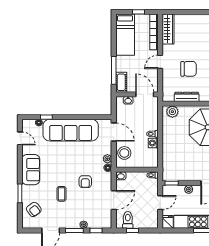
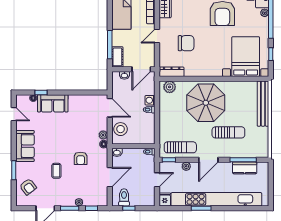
door: (145, 94) -> (141, 69), swing flipped
dresser: (187, 97) -> (172, 72), moved
sofa: (71, 130) -> (53, 103), width x0.54, depth x0.79
washing machine: (153, 143) -> (150, 100), moved
sun lounger: (183, 171) -> (180, 147), added

